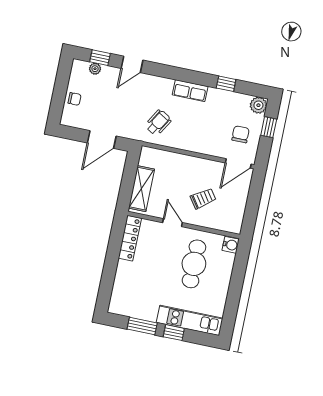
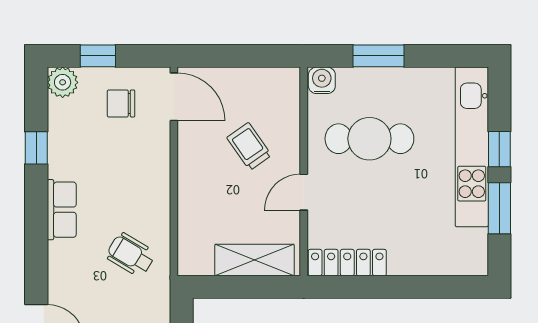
window: (237, 278) -> (379, 56), added
kitchen unit: (190, 320) -> (472, 147), width x1.36

